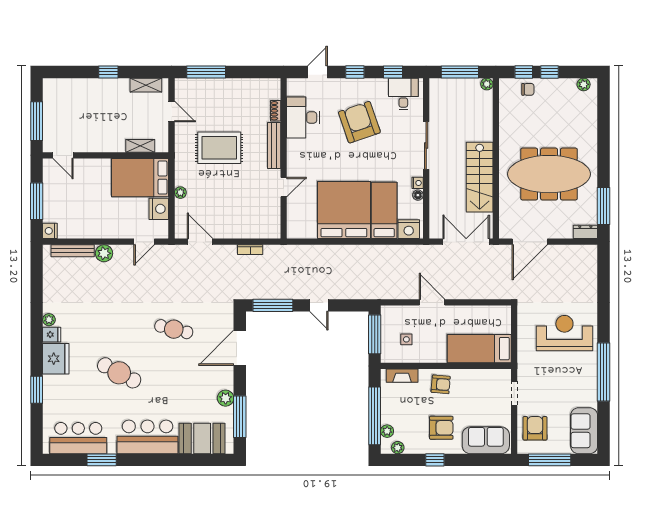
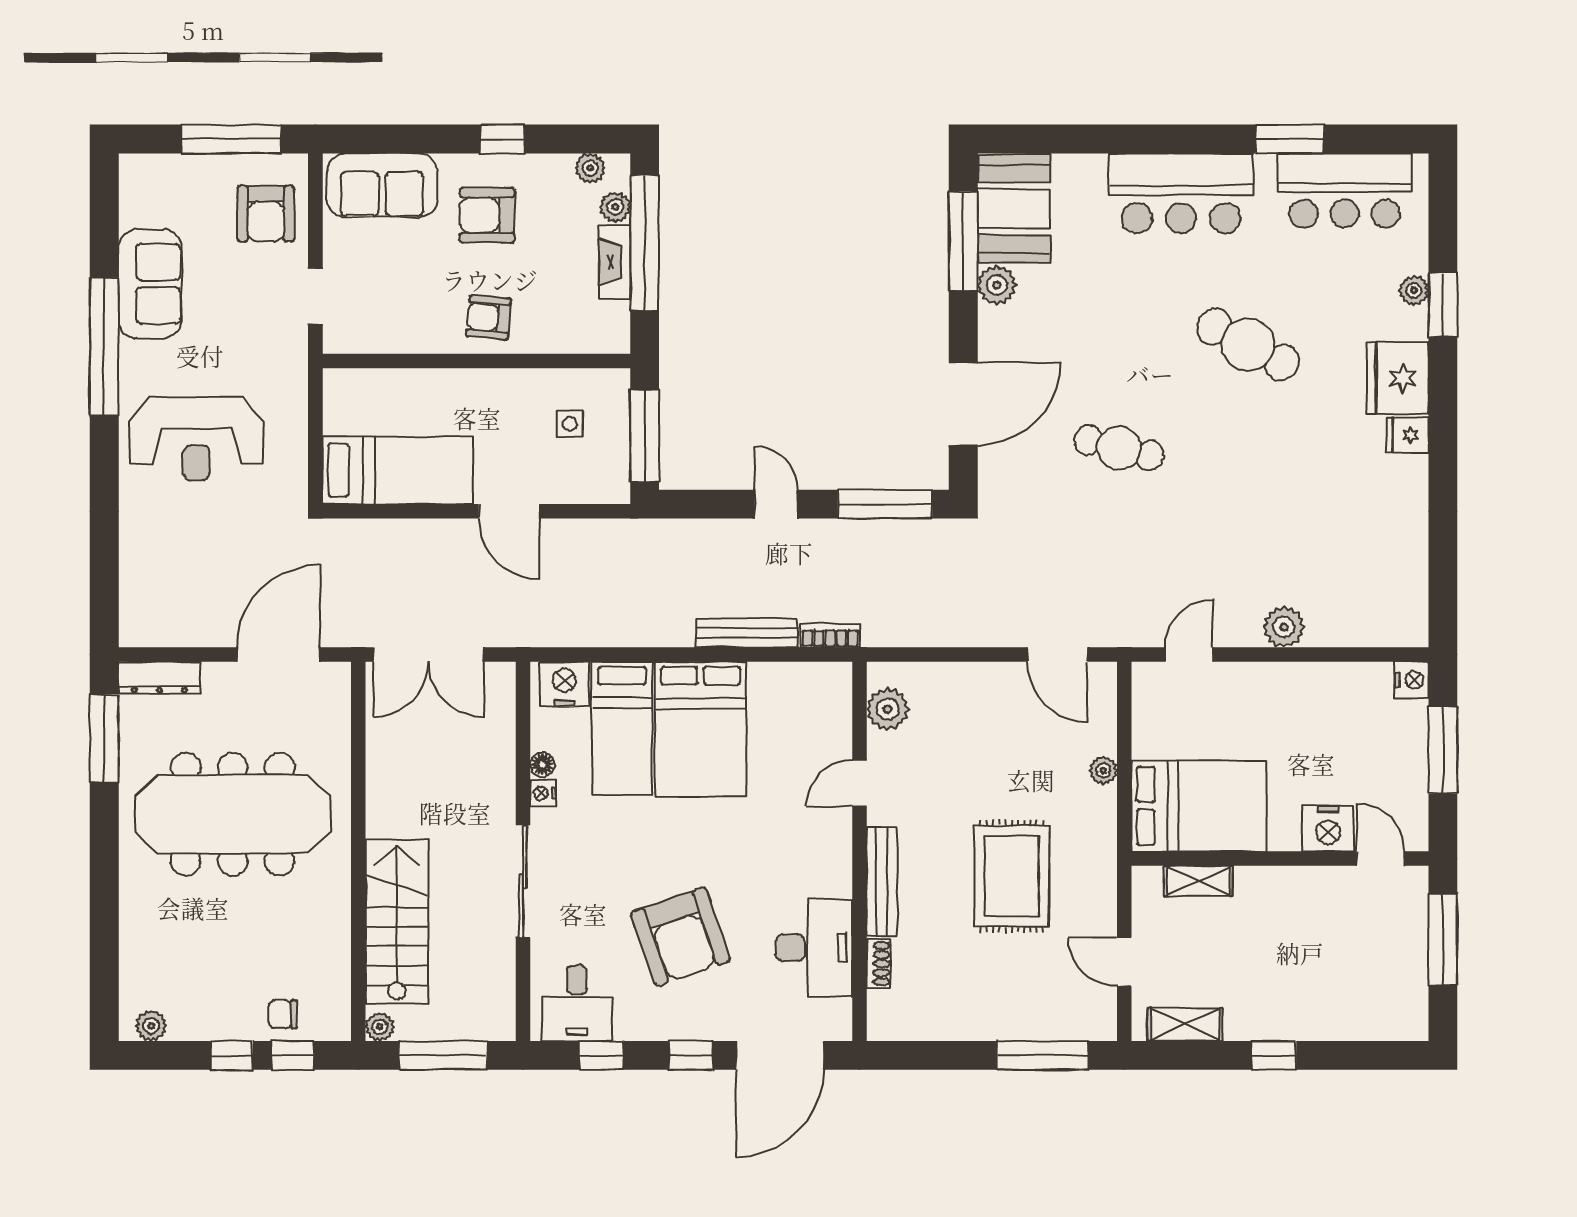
door: (317, 72) -> (780, 1055), width x1.87
rug: (219, 148) -> (1012, 876), turned 90
stairs: (480, 177) -> (397, 921), moved
nightstand: (159, 209) -> (1328, 828), moved, turned -90
bed: (344, 210) -> (701, 729), width x0.73
plant: (272, 219) -> (888, 709), added
dresser: (585, 232) -> (159, 678), width x1.44
bookcase: (250, 250) -> (830, 635), moved
bench: (73, 251) -> (747, 633), moved
plant: (49, 320) -> (1414, 290), moved
bed: (479, 349) -> (398, 470), moved
fireplace: (402, 376) -> (615, 262), moved, turned -90
sofa: (584, 431) -> (150, 284), moved
booth: (202, 439) -> (1014, 209), moved, turned 90

